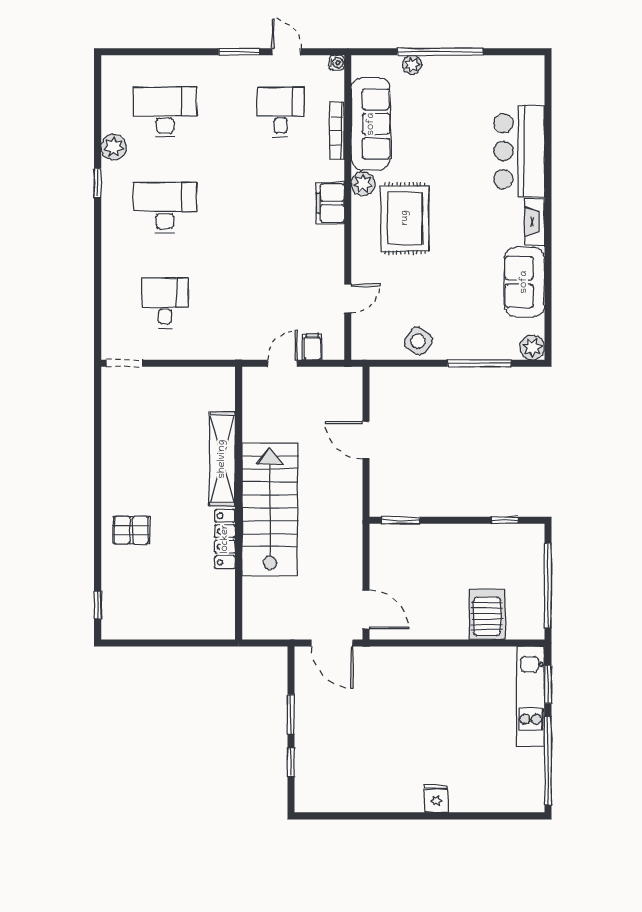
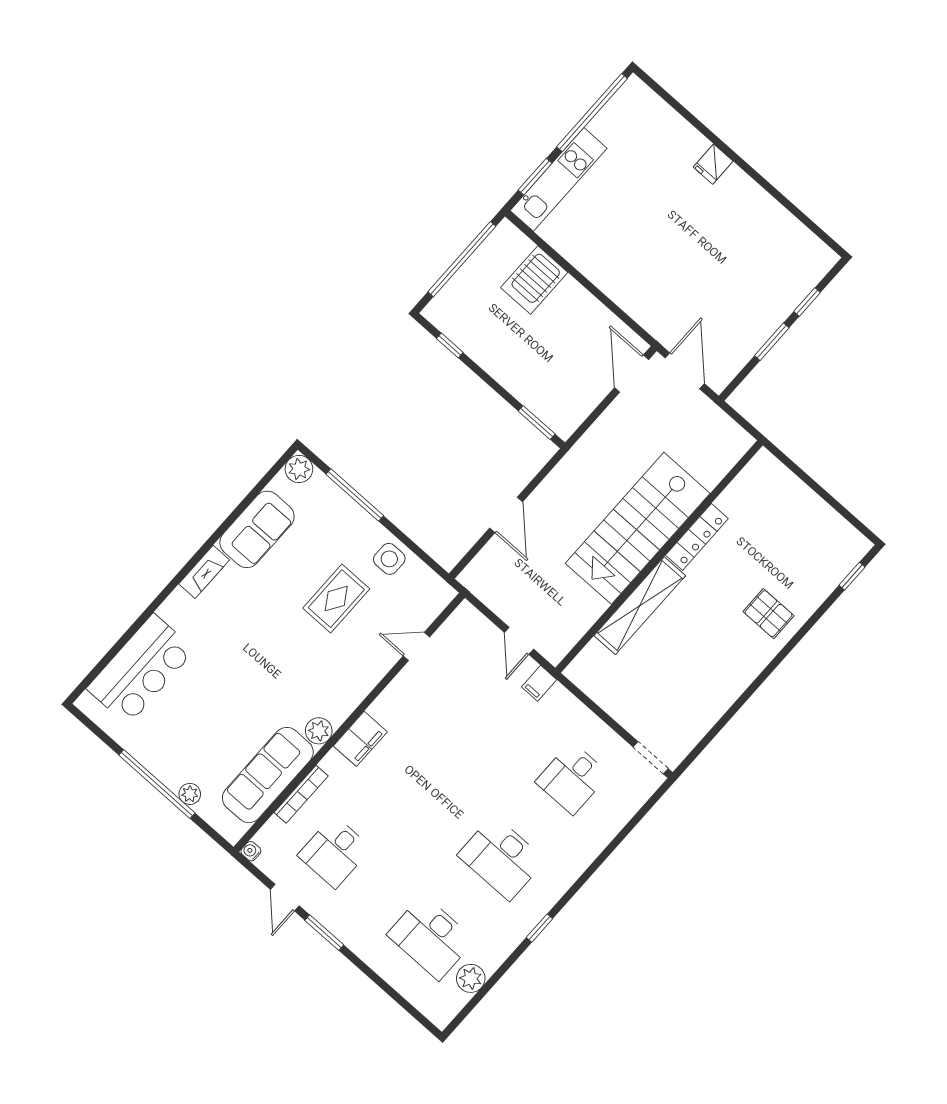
plant: (114, 147) -> (471, 978), moved
bar counter: (519, 151) -> (141, 669), moved
rug: (405, 218) -> (336, 599), moved, width x0.73, depth x0.70
side table: (418, 341) -> (389, 559), turned -34
filing cabinet: (312, 347) -> (539, 683), moved
door: (282, 363) -> (519, 641), hinge flipped

